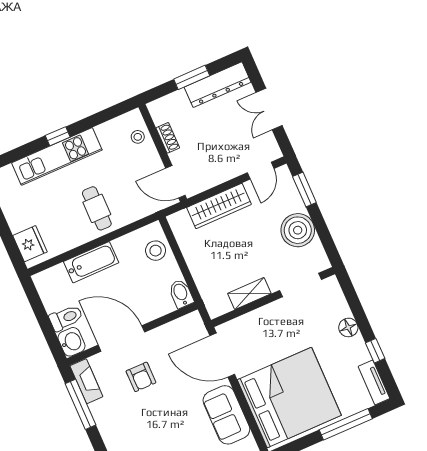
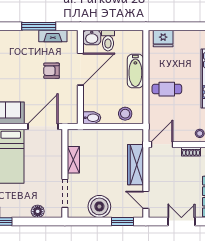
floor lamp: (348, 327) -> (38, 211), moved
fireplace: (86, 381) -> (53, 36), moved
window: (80, 404) -> (39, 26), moved

